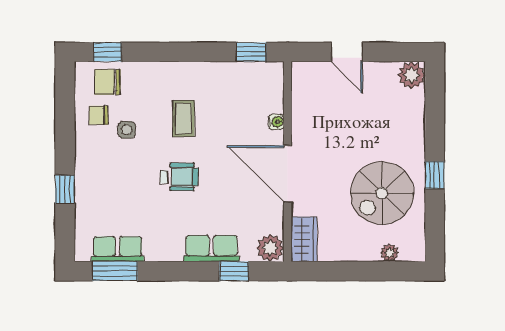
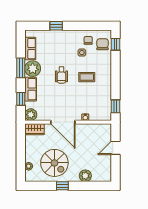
plant: (412, 75) -> (85, 176), moved
door: (287, 174) -> (63, 122), swing flipped
spiral stairs: (382, 193) -> (54, 163), turned 180
plant: (164, 244) -> (33, 69), added
window: (115, 271) -> (21, 68), moved

